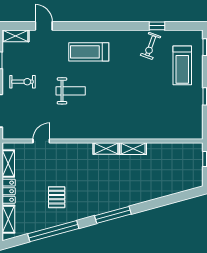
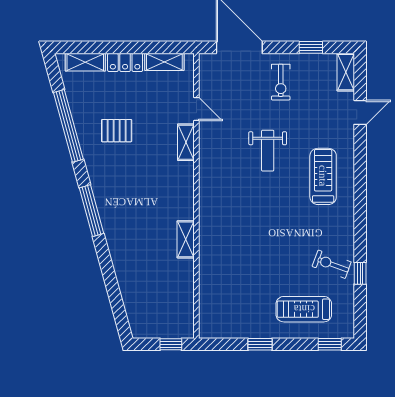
shelving: (106, 148) -> (186, 142), moved

